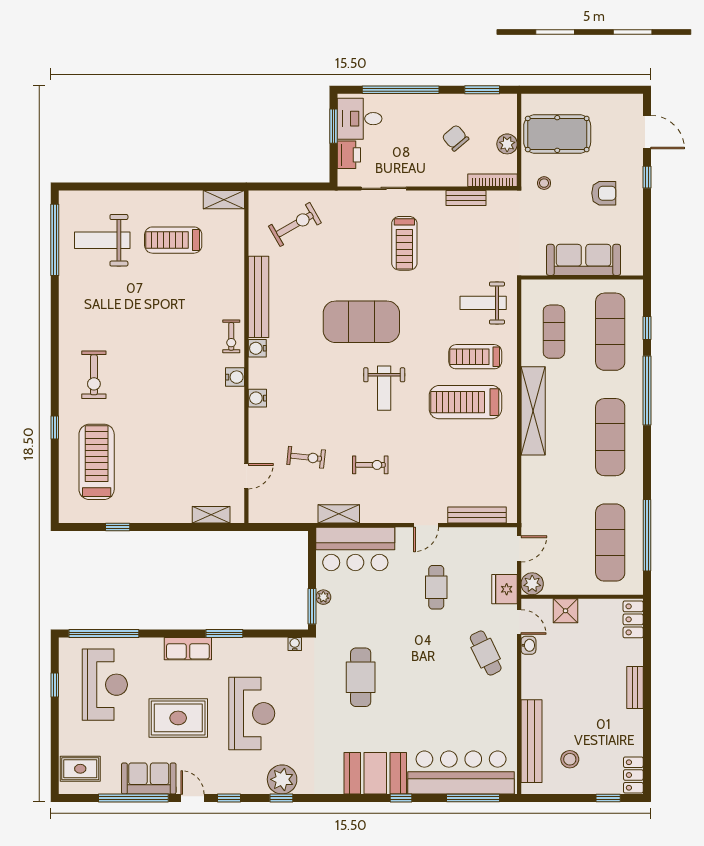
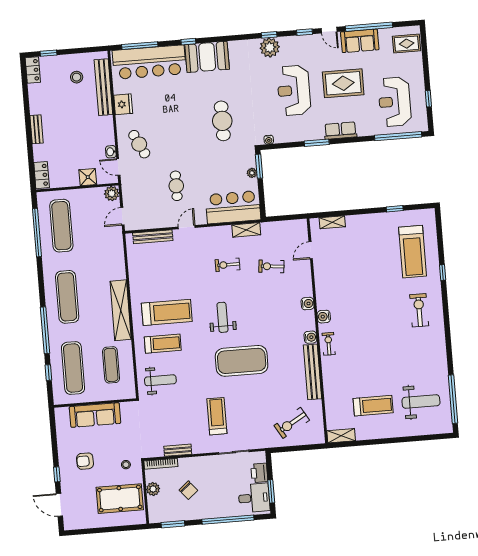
fridge: (505, 589) -> (123, 104), moved

